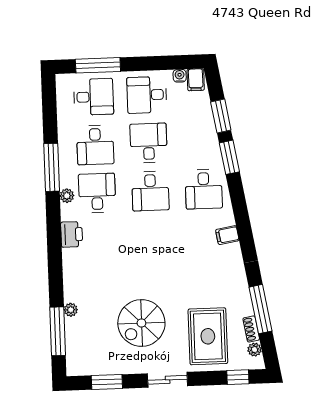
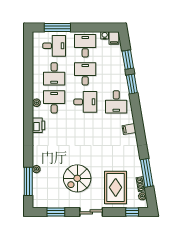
desk: (147, 95) -> (85, 46), turned 90
window: (52, 167) -> (28, 86), removed
desk: (150, 191) -> (85, 102), turned -90

